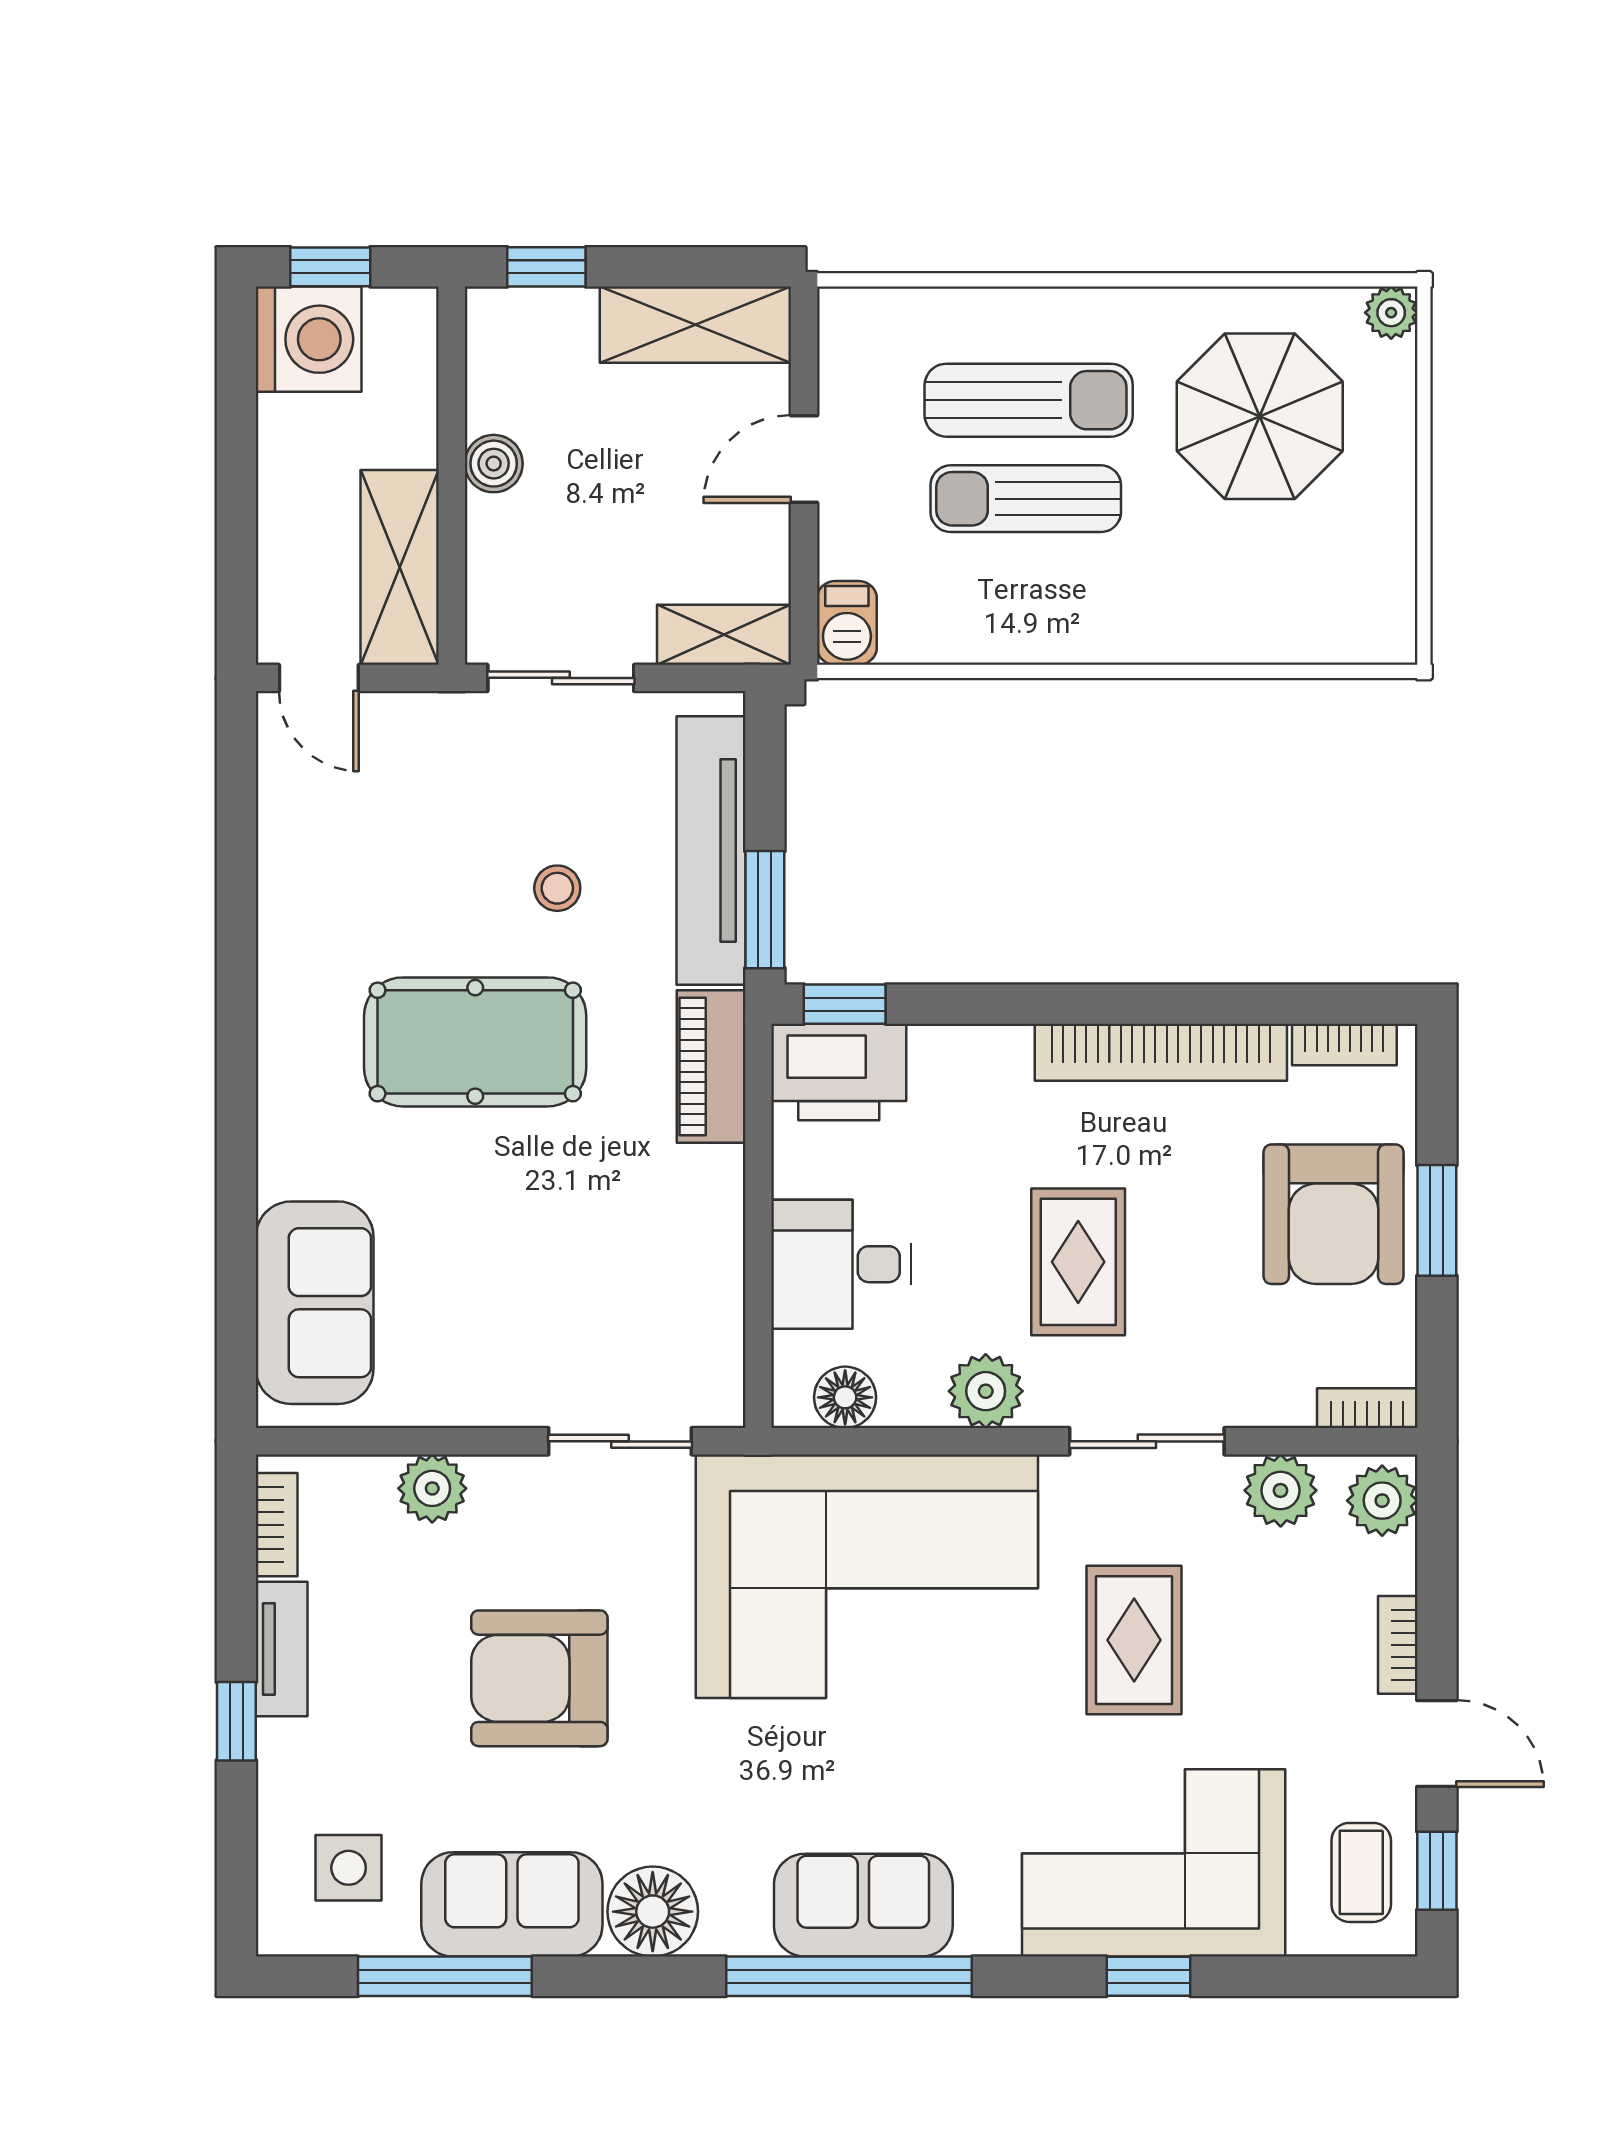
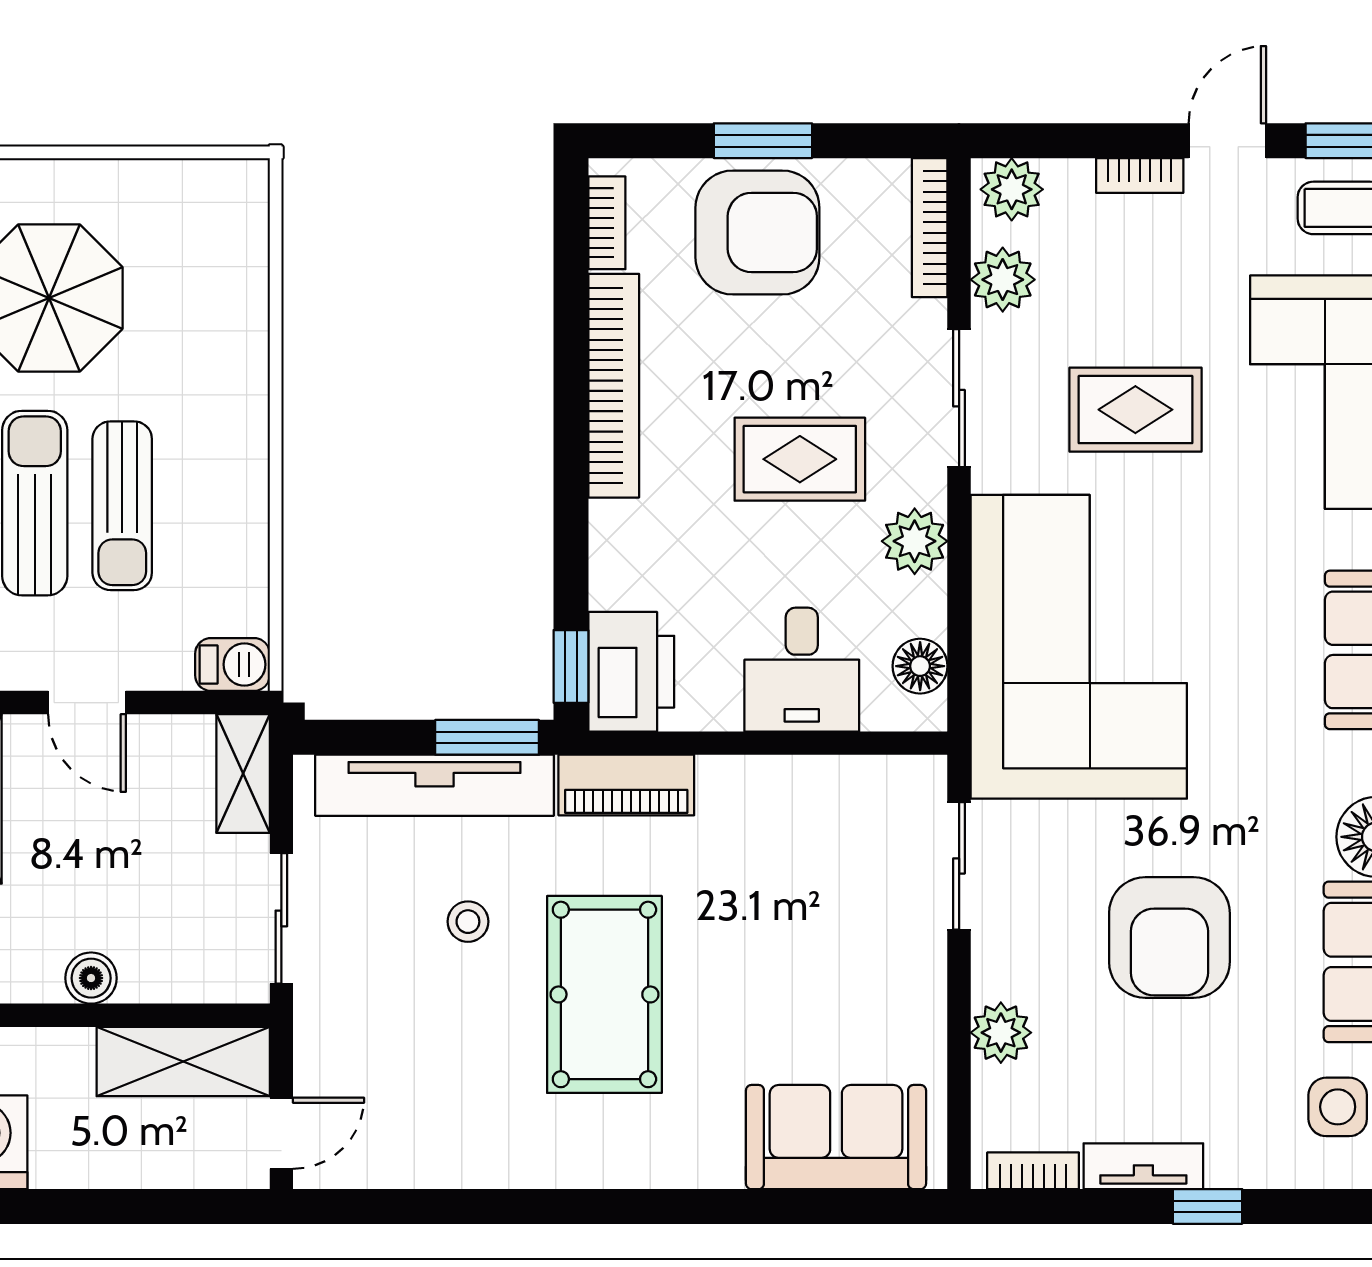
bookcase: (1367, 1408) -> (930, 228), width x1.56

